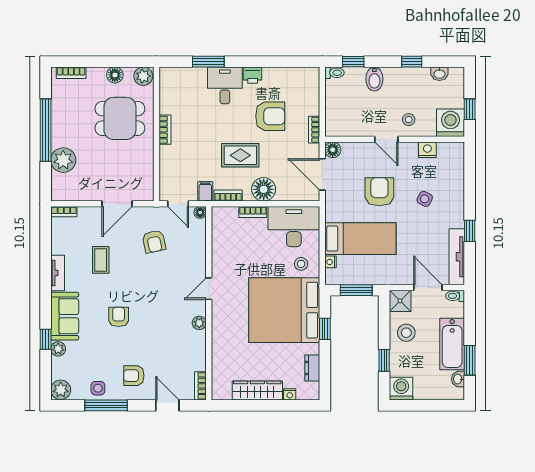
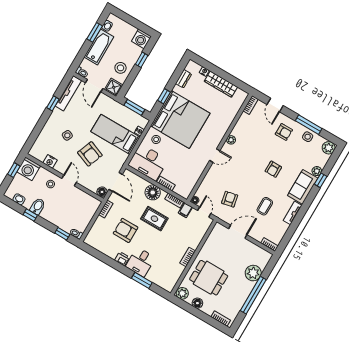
bidet: (374, 79) -> (38, 206), moved
armchair: (379, 192) -> (90, 154), turned -69

